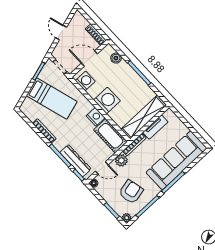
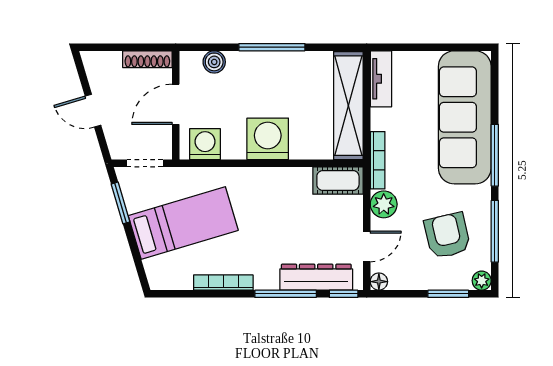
nightstand: (96, 117) -> (277, 181), removed
tv unit: (155, 127) -> (381, 79), moved
cot: (111, 136) -> (338, 181), width x0.73, depth x0.75

